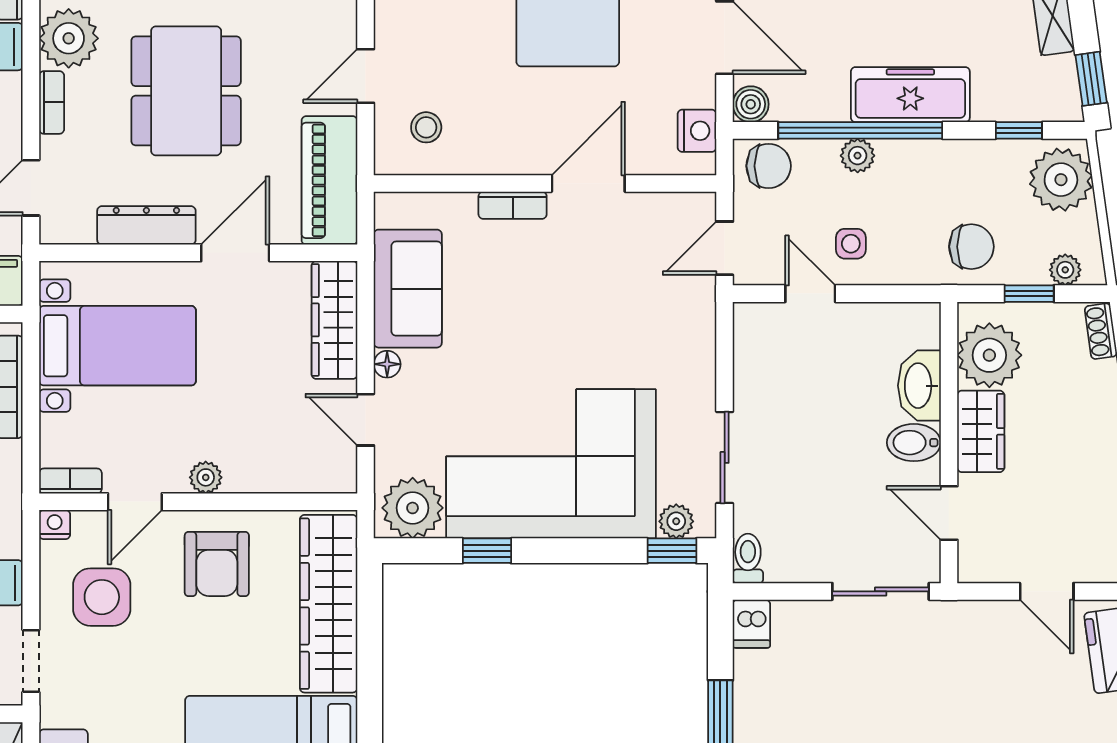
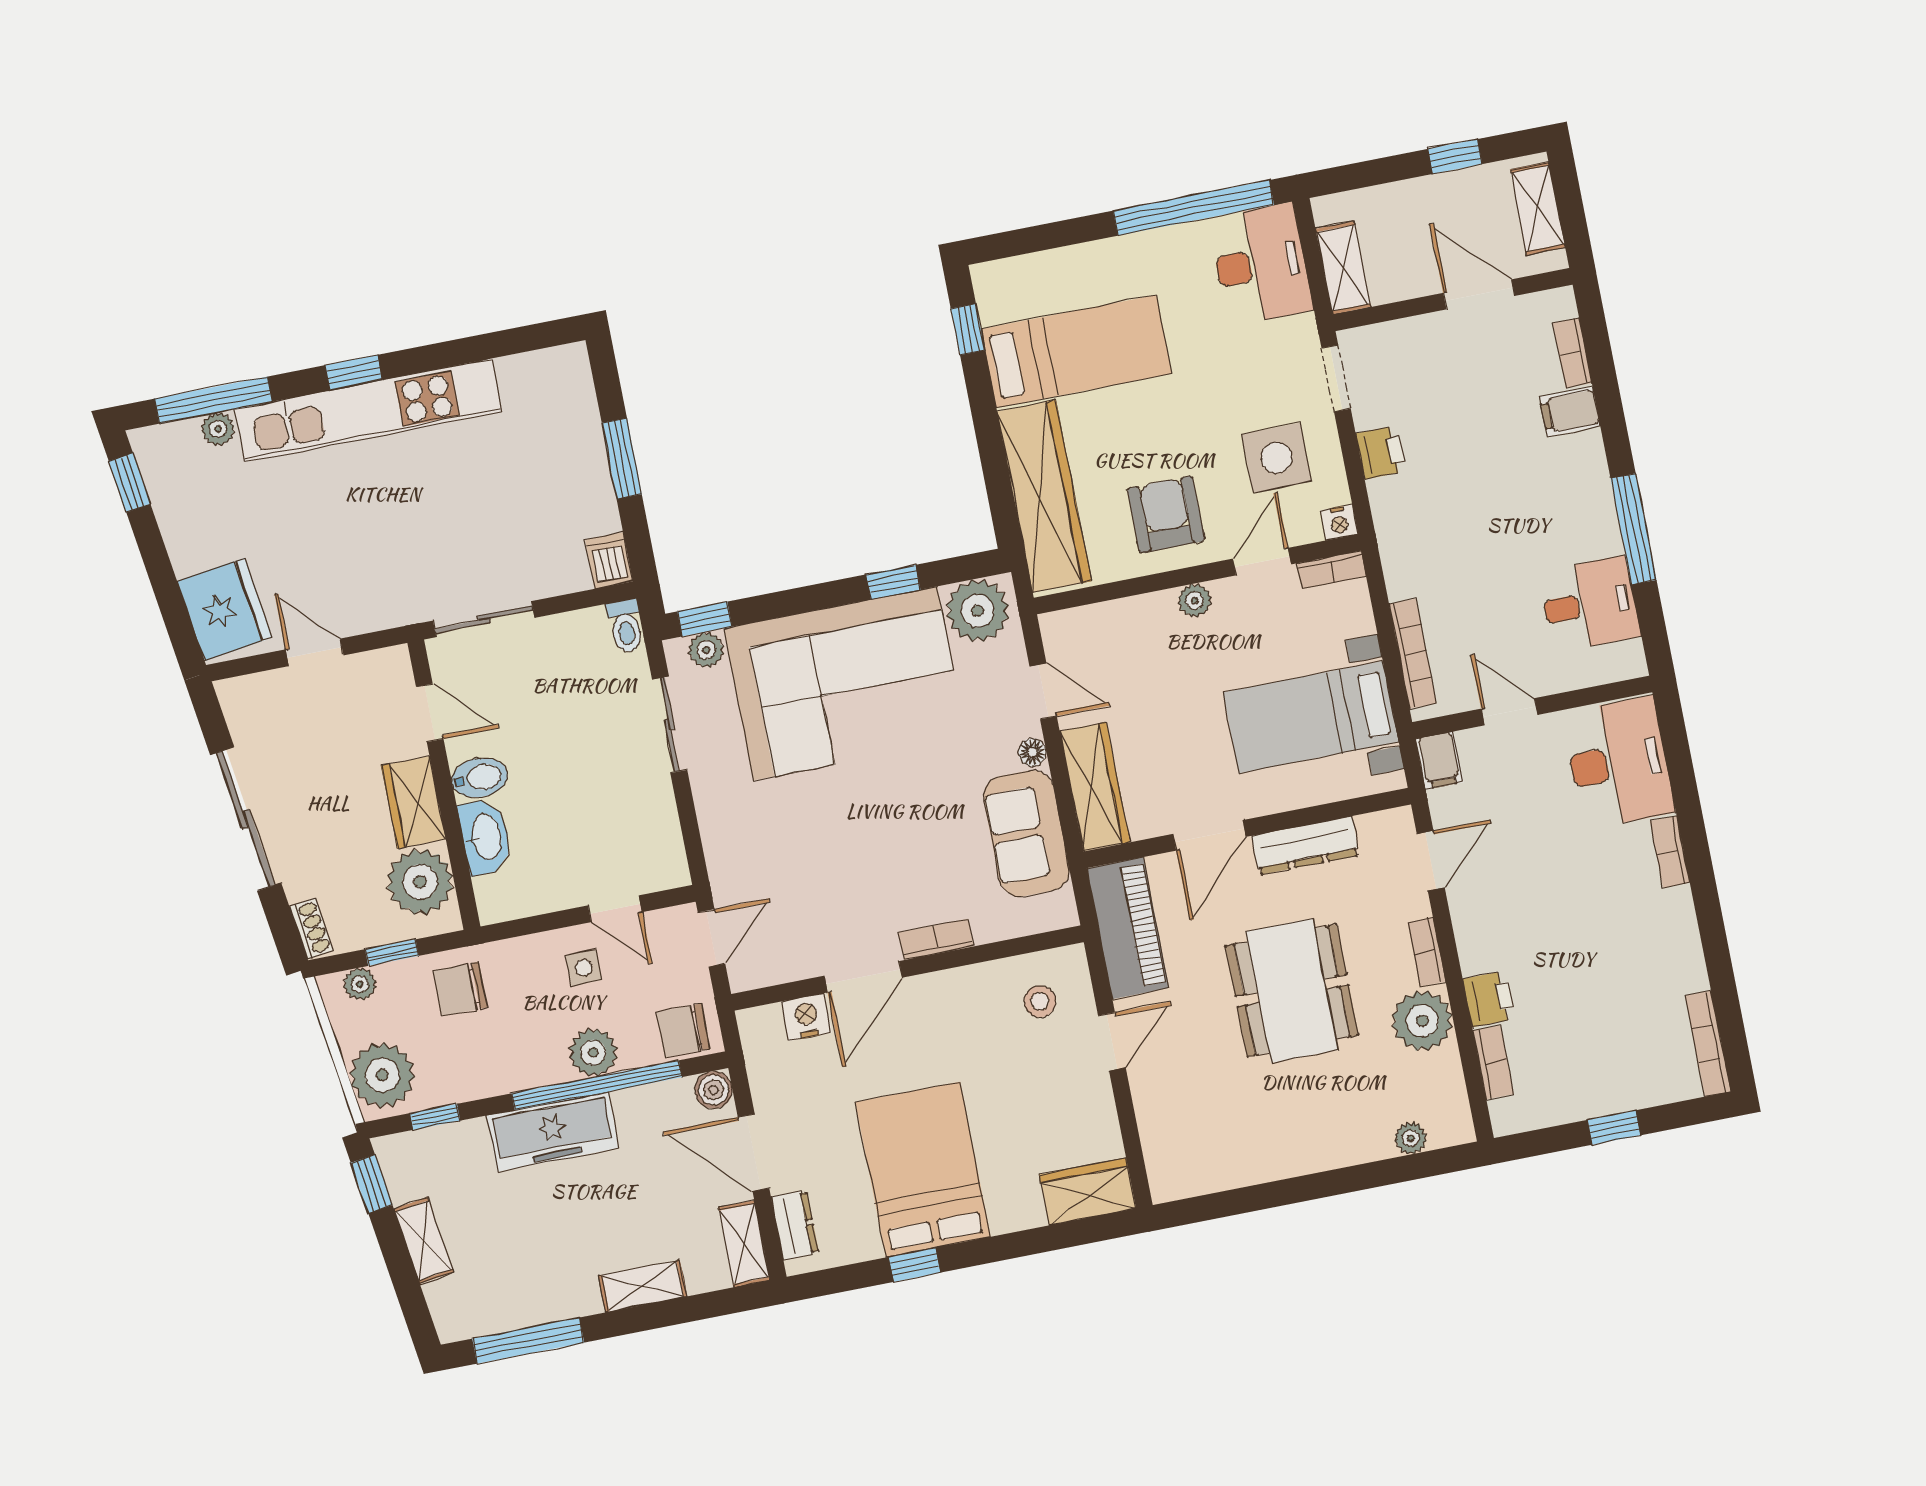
nightstand: (697, 131) -> (807, 1017), moved, turned 90
plant: (858, 156) -> (593, 1052), width x1.38, depth x1.38

